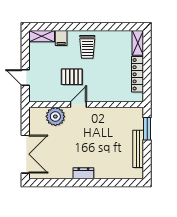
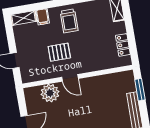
locker: (137, 74) -> (123, 45), width x0.66
door: (78, 105) -> (70, 78), swing flipped

